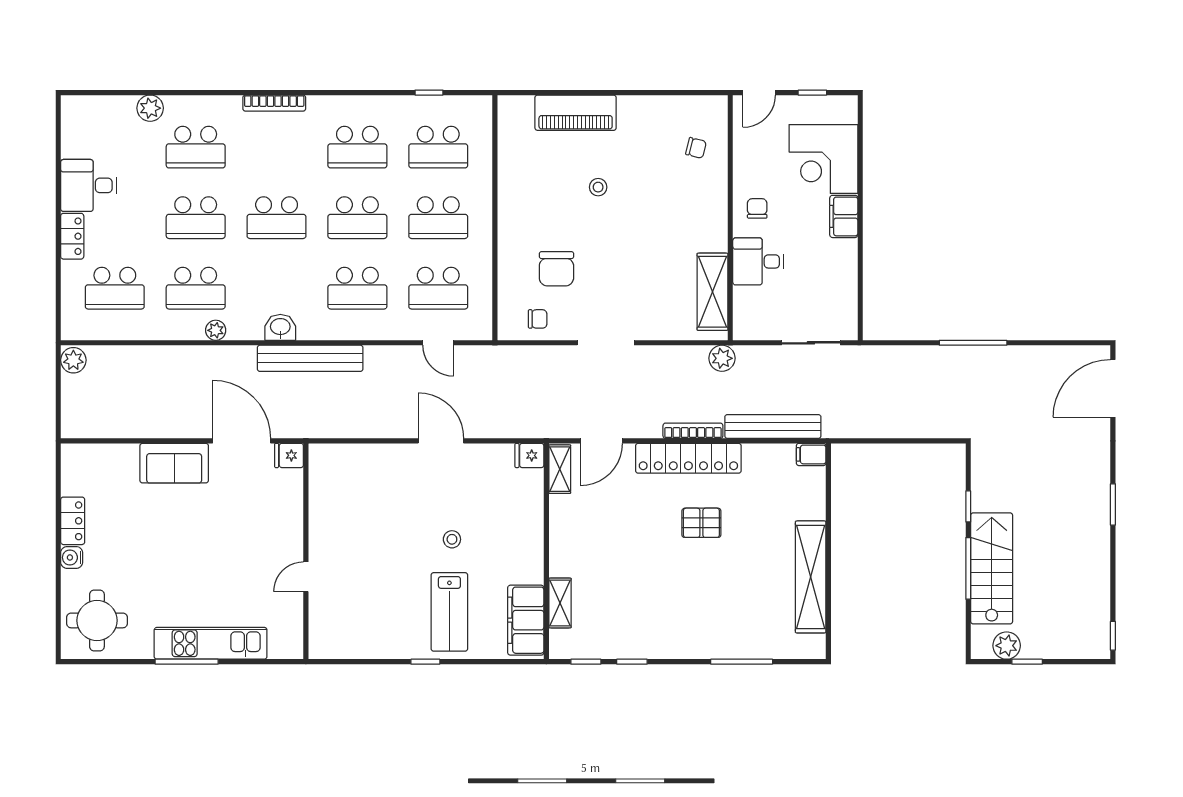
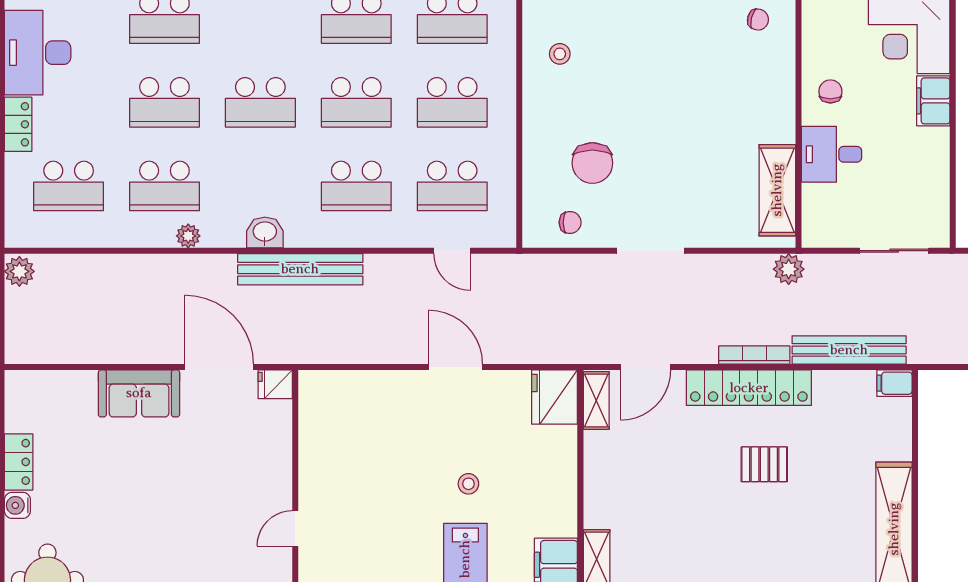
desk: (89, 185) -> (38, 53), width x1.37
stool: (598, 187) -> (560, 54), moved
fridge: (529, 455) -> (555, 397), width x1.88, depth x1.34

